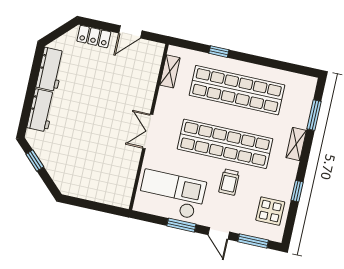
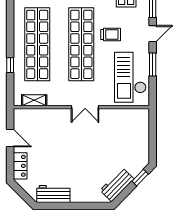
workbench: (41, 110) -> (117, 185), moved, turned -46
window: (35, 160) -> (140, 178), moved

